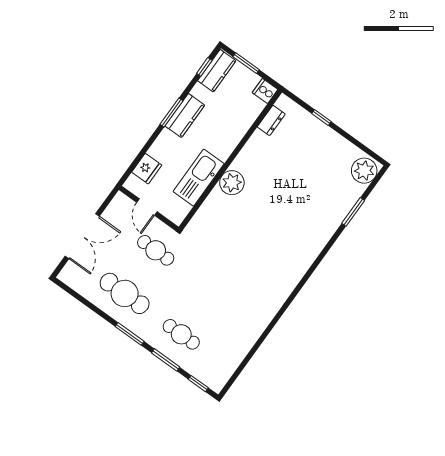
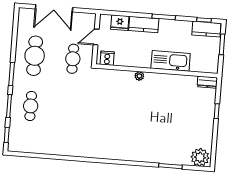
cooker: (265, 91) -> (107, 58), moved
kitchen counter: (185, 116) -> (144, 24), moved
dresser: (271, 120) -> (207, 82), moved
kitchen sink: (199, 178) -> (171, 61), moved
plant: (232, 183) -> (139, 76), width x0.53, depth x0.53

